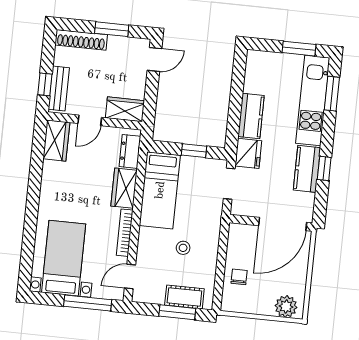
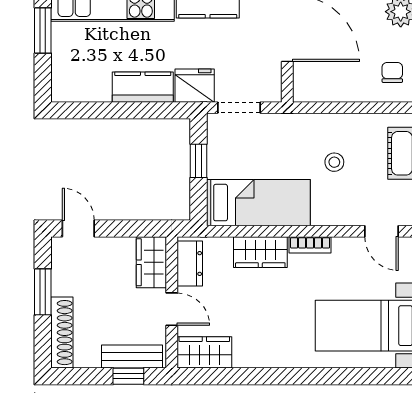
dresser: (130, 151) -> (190, 264), moved, turned -90
bookcase: (125, 233) -> (310, 245), width x0.64
chair: (239, 277) -> (392, 72), moved, turned 90

